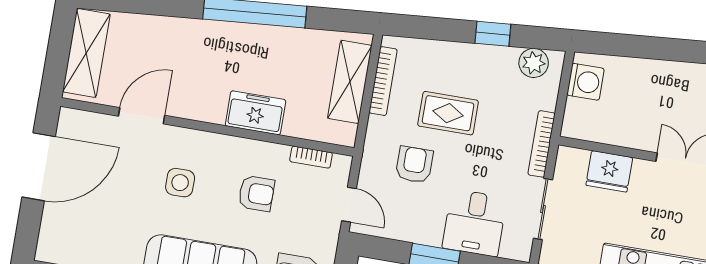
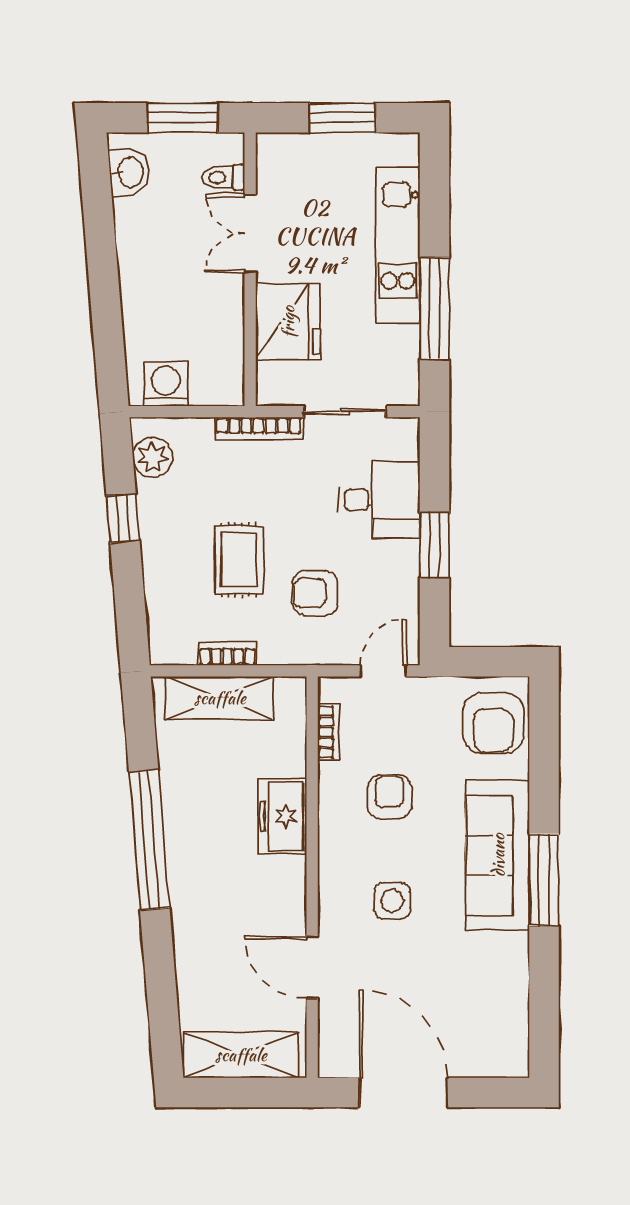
bookcase: (383, 81) -> (227, 654), width x0.64
fridge: (609, 171) -> (288, 322), width x1.36, depth x1.34

